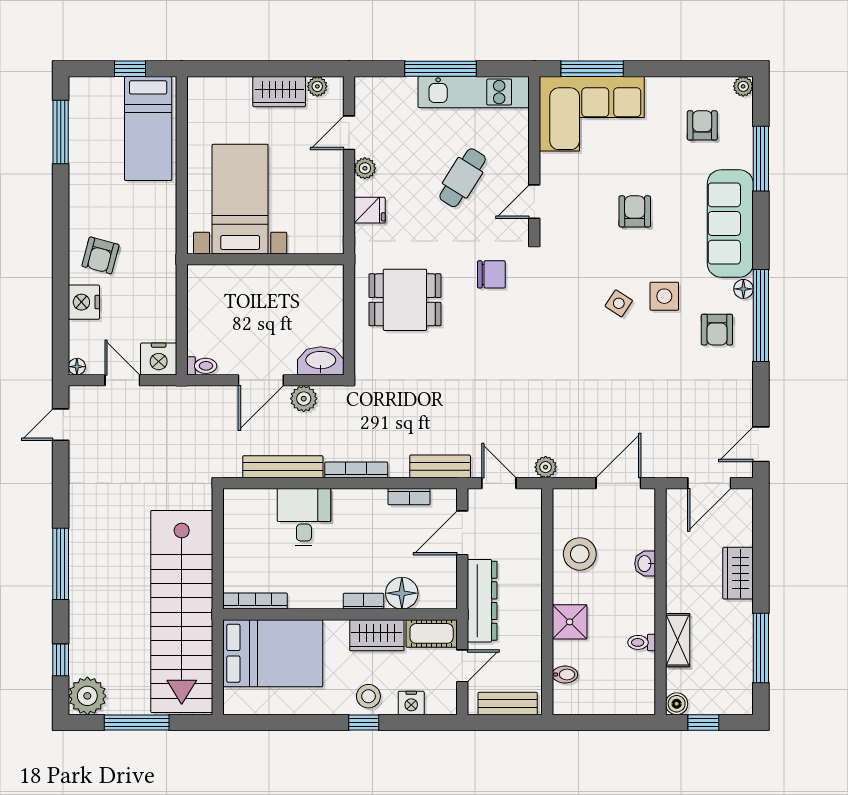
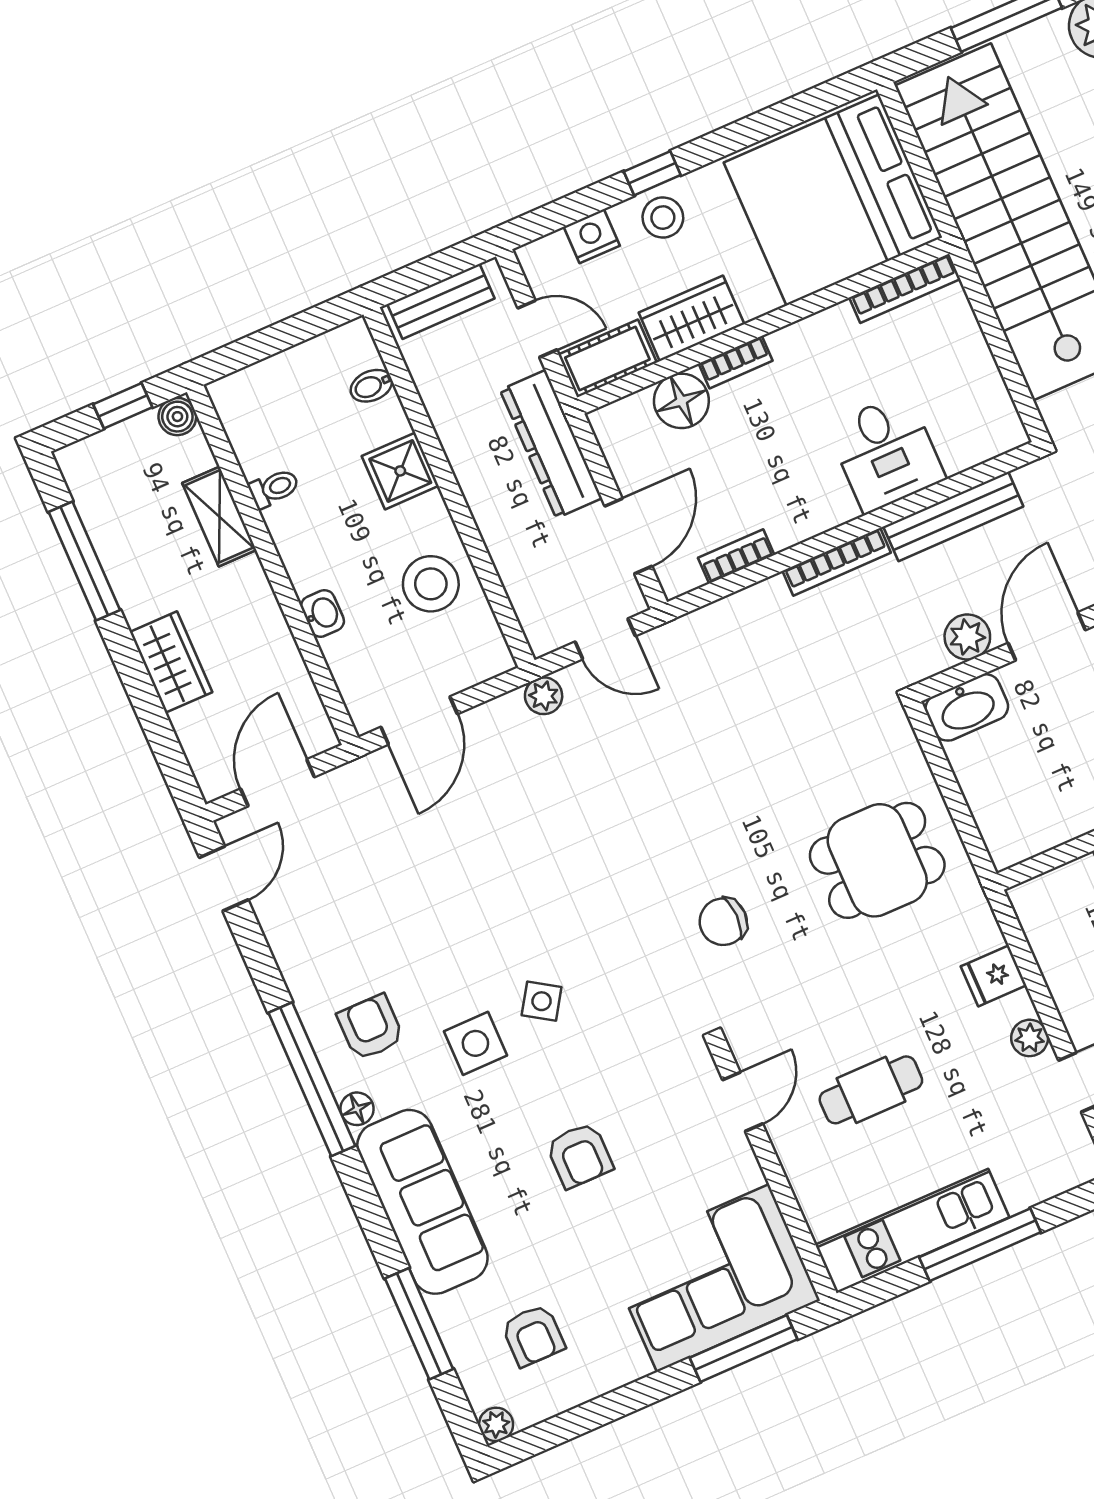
cafe table: (463, 178) -> (871, 1090), turned 58
chair: (491, 274) -> (723, 922), moved
bench: (440, 466) -> (708, 625), removed
bed: (273, 653) -> (833, 200), width x1.36
door: (462, 666) -> (537, 329), swing flipped

